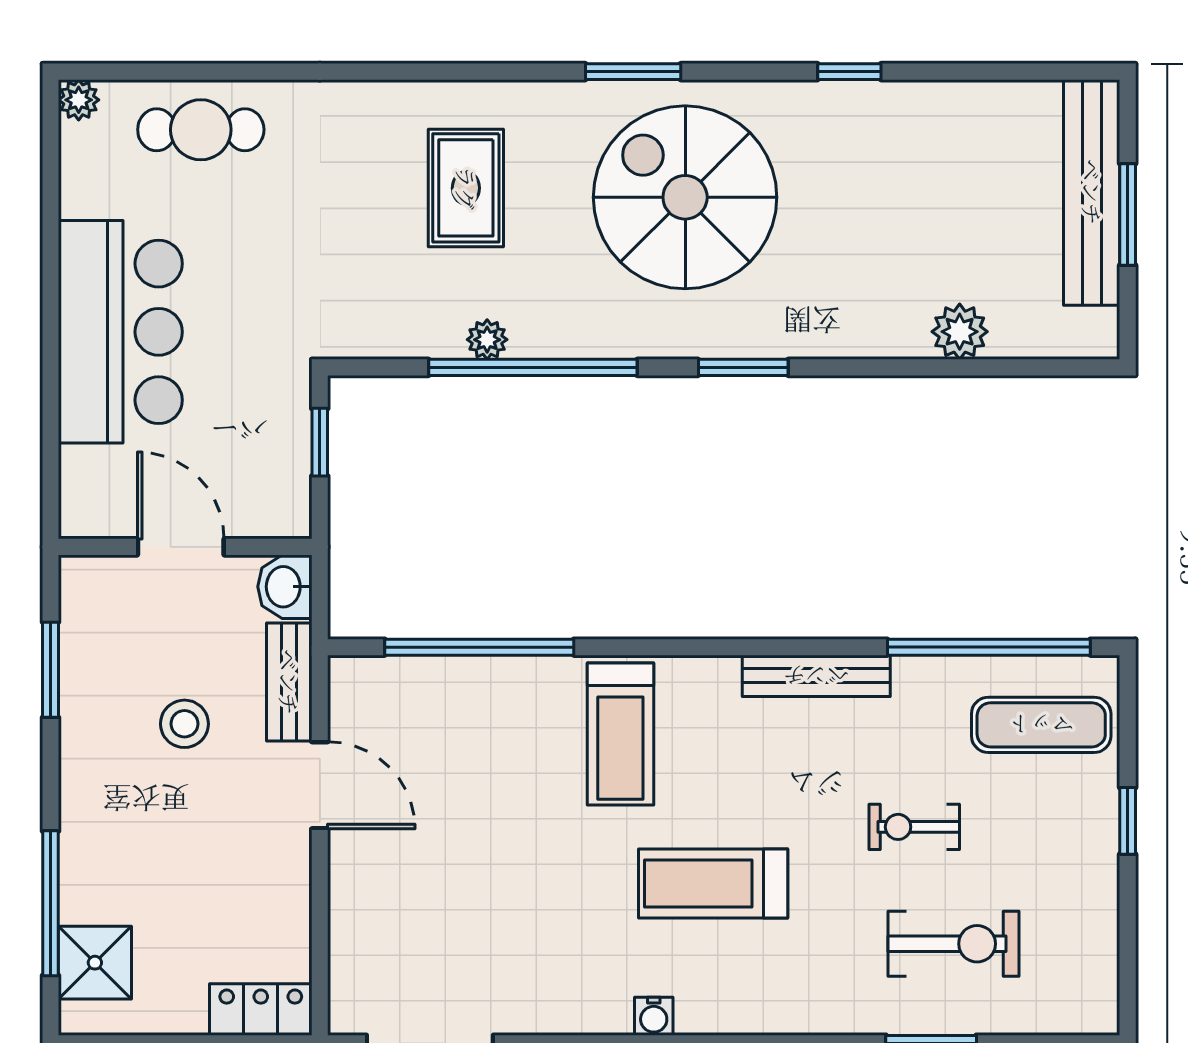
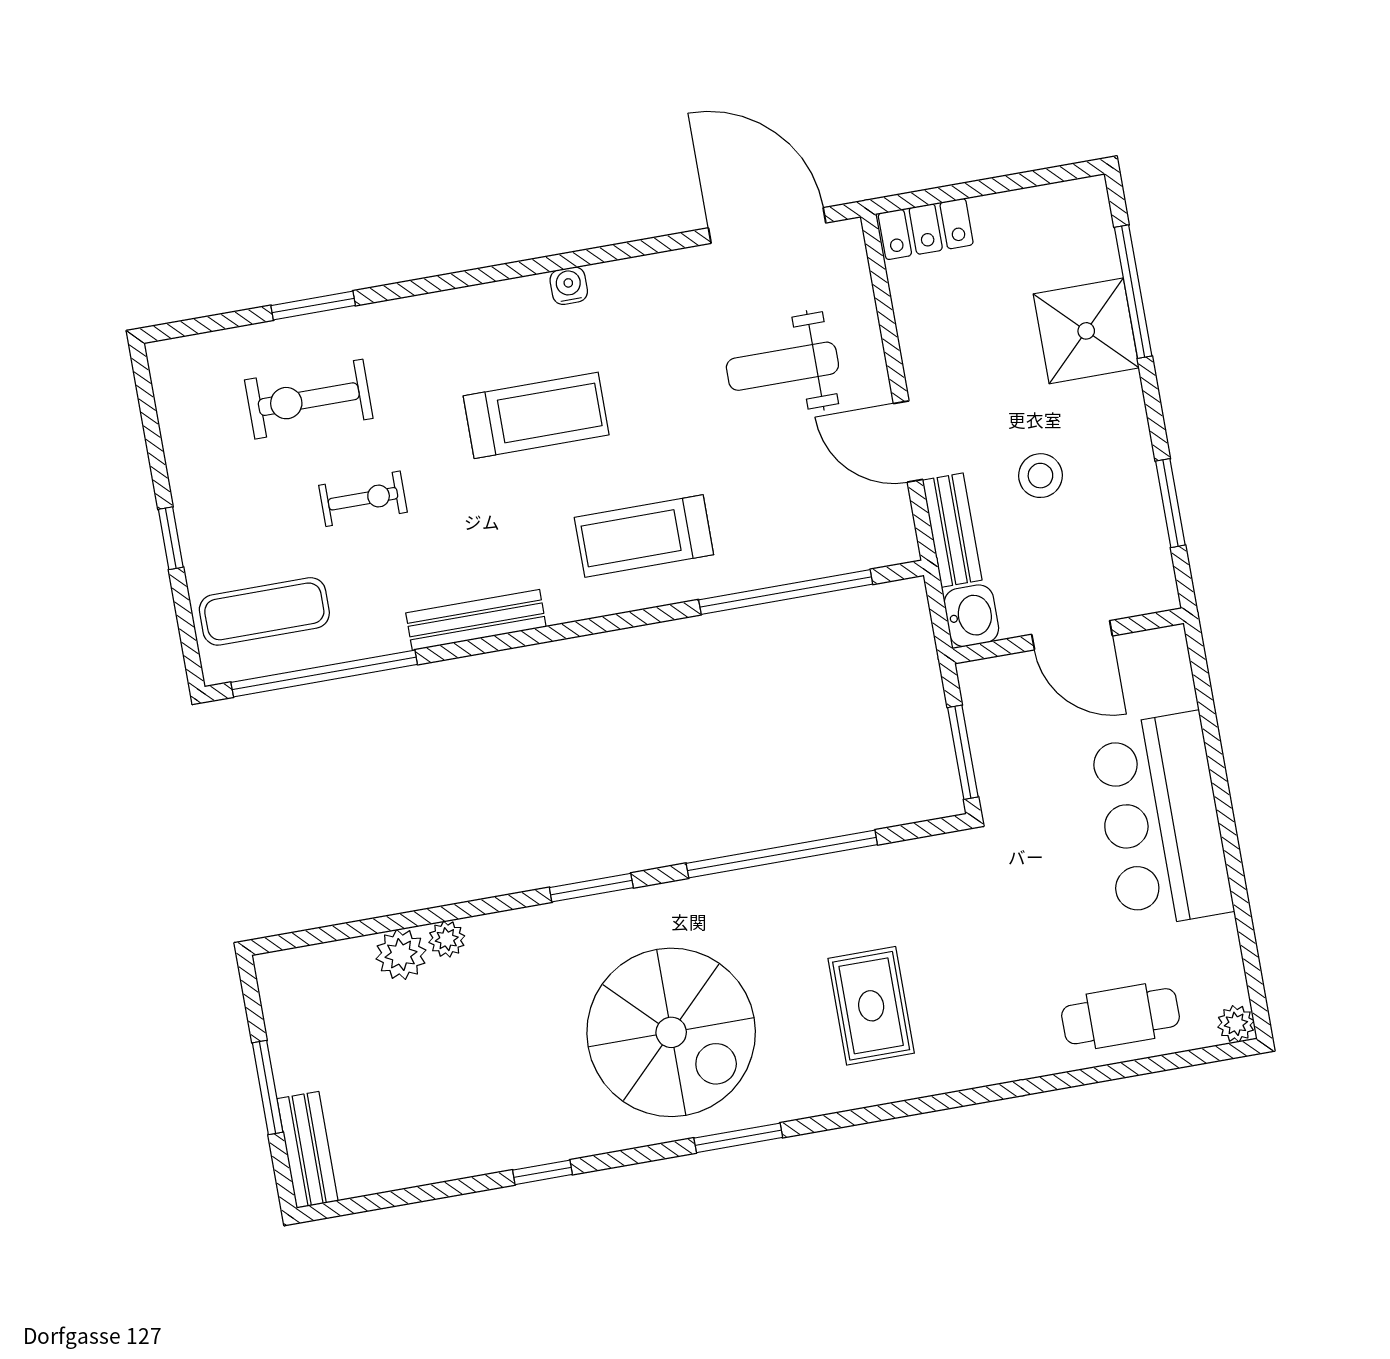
bench: (1092, 192) -> (308, 1150), width x0.54, depth x0.82
plant: (487, 340) -> (447, 939), moved
window: (320, 442) -> (963, 752), width x1.50
treadmill: (620, 734) -> (644, 536), turned -90
weight bench: (440, 890) -> (782, 366), added
shower: (95, 963) -> (1086, 331), moved, width x1.36, depth x1.36

